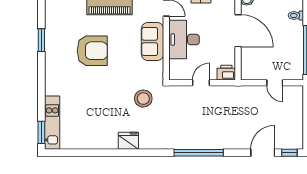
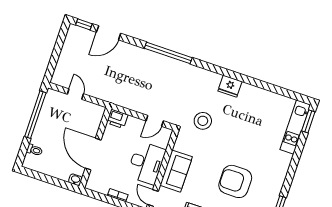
door: (201, 83) -> (155, 121), moved

